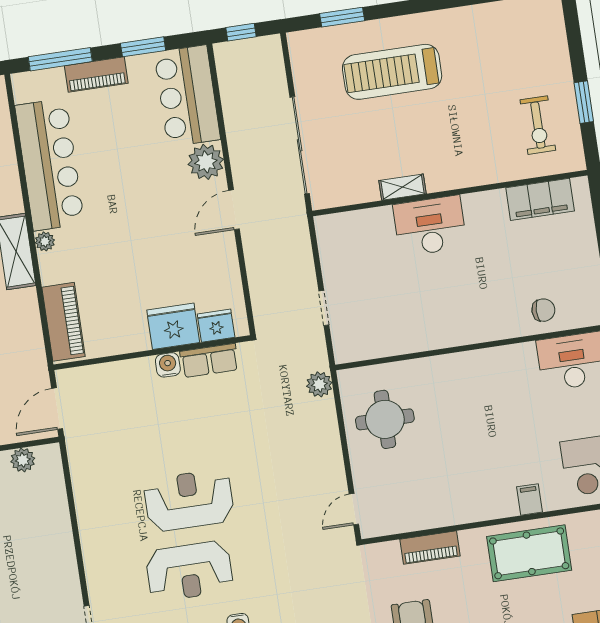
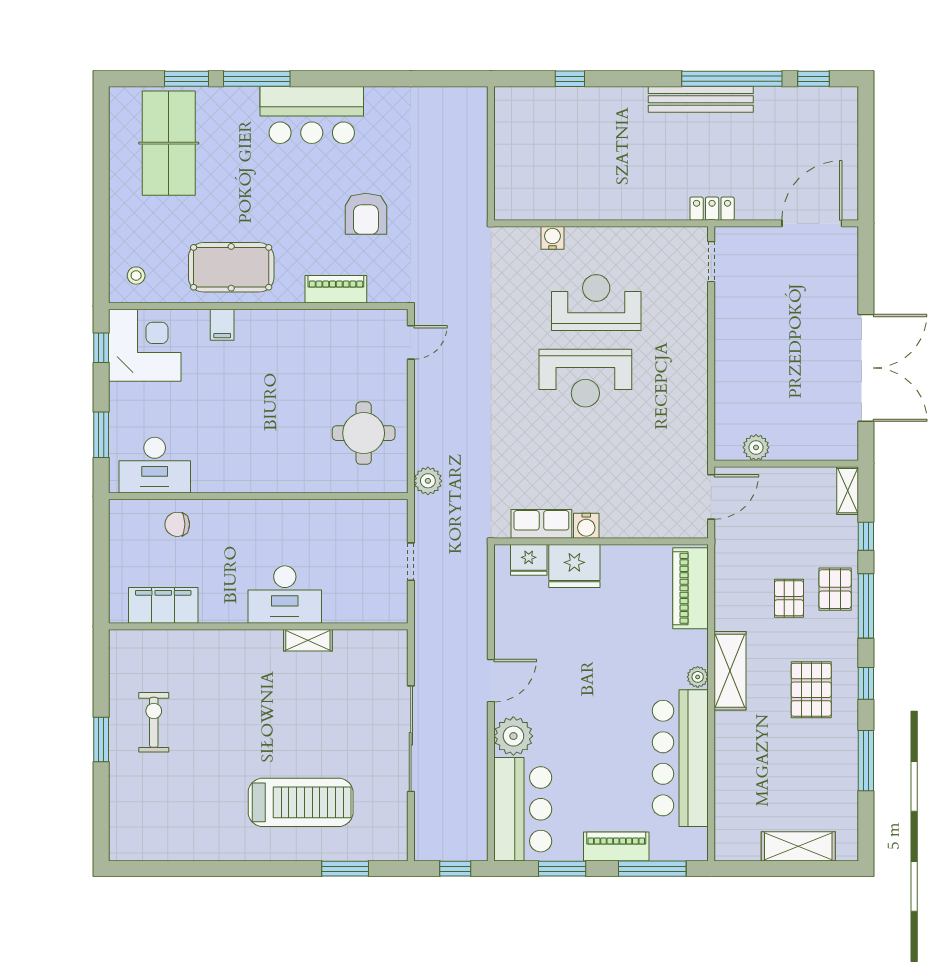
shelving: (402, 187) -> (308, 640), moved
wall: (450, 193) -> (258, 626), moved
filing cabinet: (540, 199) -> (163, 605), moved
desk: (430, 226) -> (285, 595), moved

